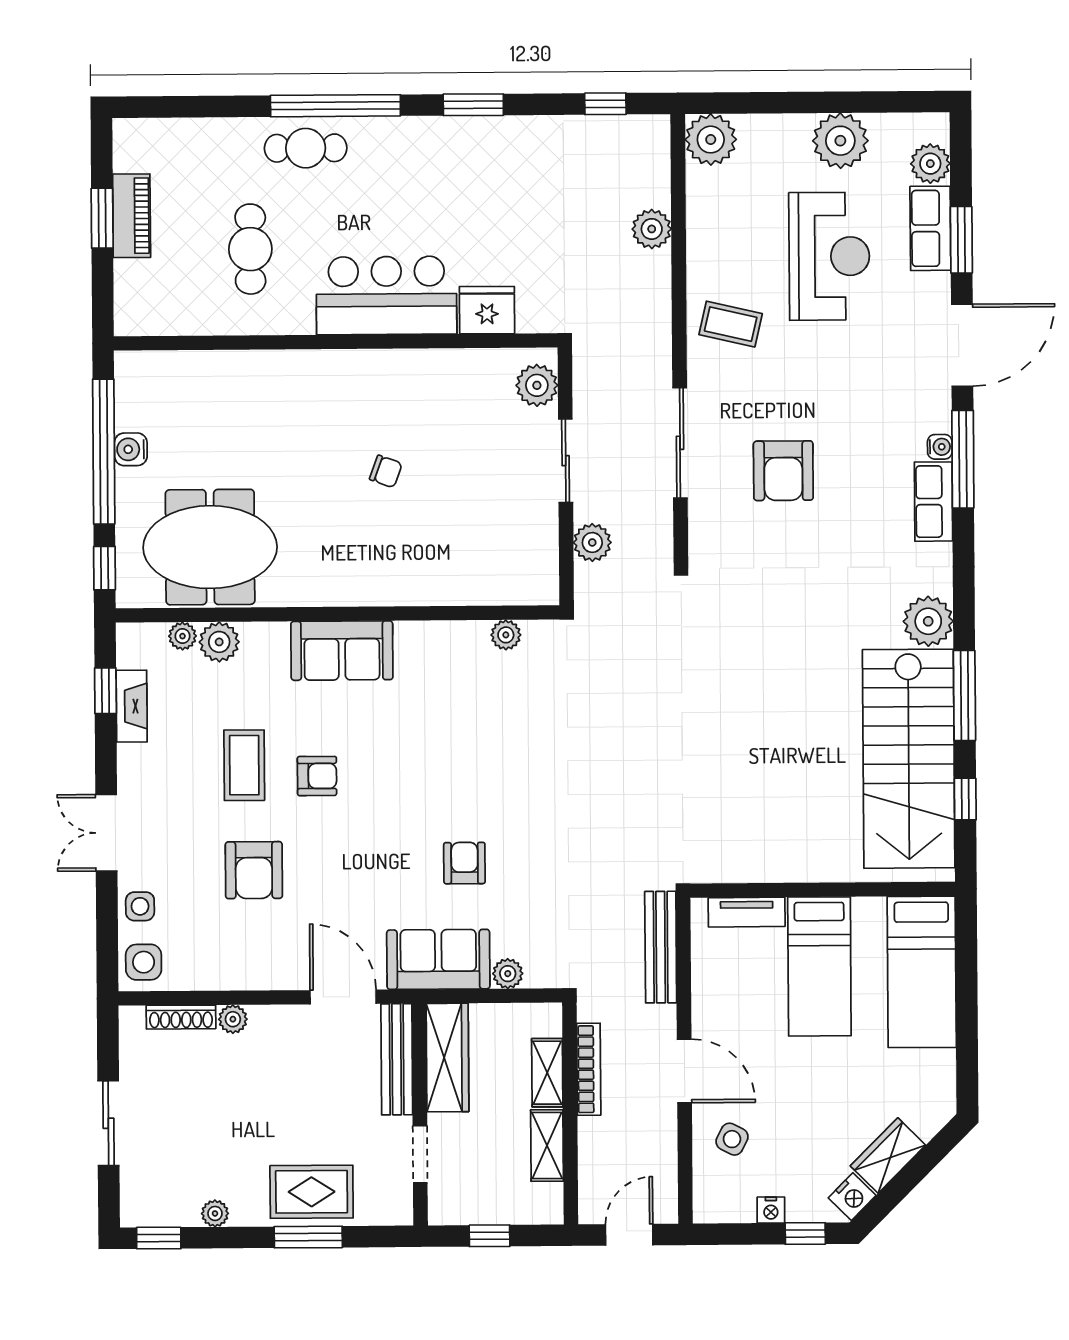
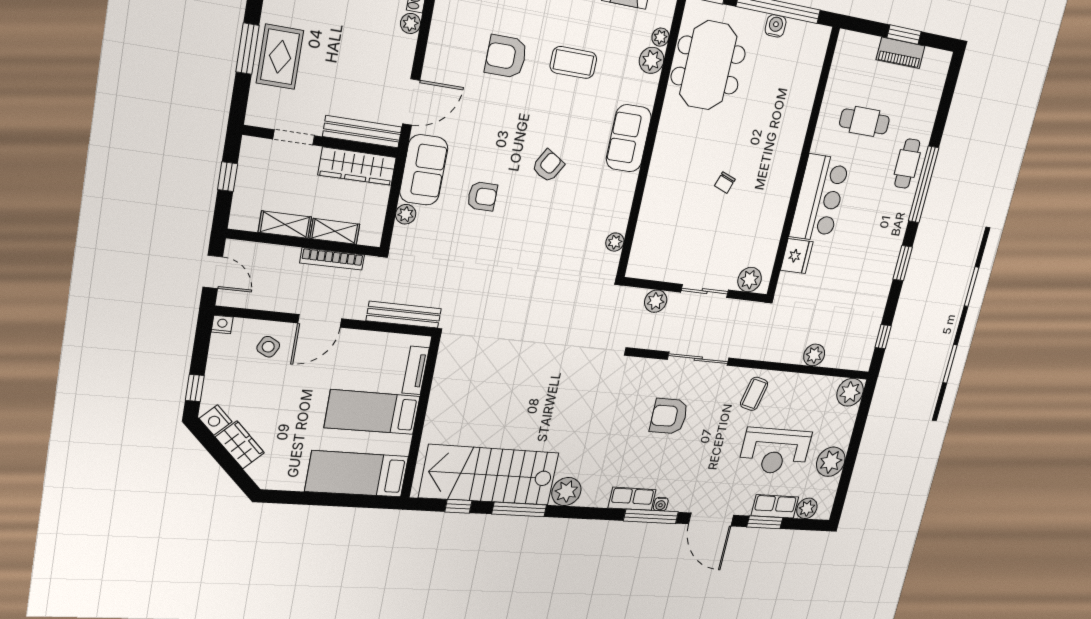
armchair: (317, 776) -> (548, 166), moved, turned -149
nightstand: (771, 1210) -> (222, 325), moved, turned 90

